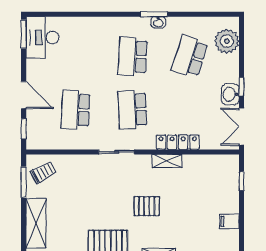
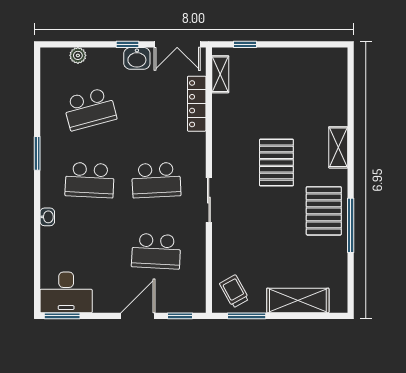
washbasin: (158, 22) -> (47, 217), moved
plant: (227, 41) -> (78, 55), width x0.53, depth x0.53
school desk: (190, 56) -> (90, 109), turned -33
locker: (178, 142) -> (197, 104), moved
shelving: (167, 161) -> (220, 74), moved
pallet: (147, 206) -> (276, 163), width x1.50, depth x1.42
filing cabinet: (229, 221) -> (295, 59), removed

